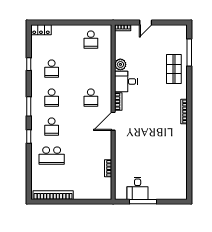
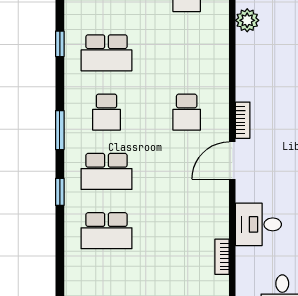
plant: (120, 64) -> (247, 20), moved
school desk: (52, 69) -> (107, 53), width x1.85
desk: (126, 81) -> (258, 224), moved
school desk: (52, 127) -> (107, 171), width x1.85

